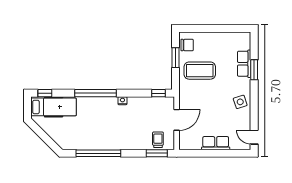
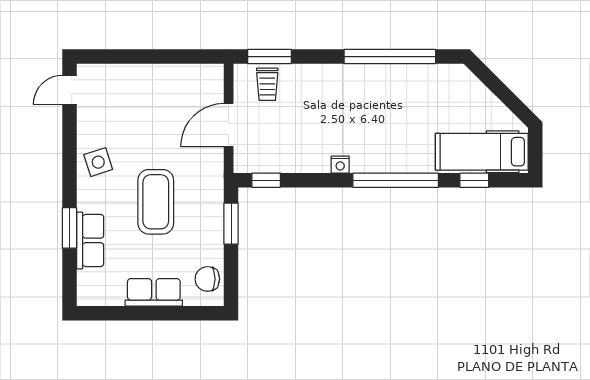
window: (176, 58) -> (231, 224), moved
coffee table: (200, 71) -> (156, 202), moved, turned 90
window: (45, 93) -> (474, 180), moved
door: (254, 137) -> (69, 90), swing flipped
row of seats: (216, 143) -> (154, 292), moved, turned 180

